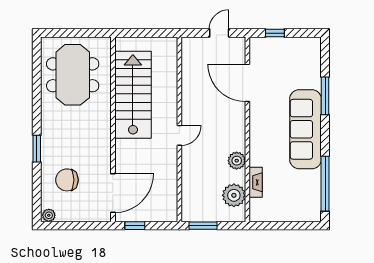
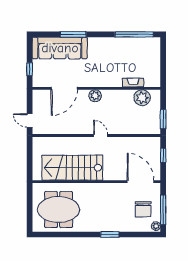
door: (219, 33) -> (30, 120), moved
sofa: (306, 129) -> (60, 48), moved
plant: (237, 161) -> (95, 96), moved
chair: (67, 180) -> (143, 209), moved
window: (72, 226) -> (163, 210), added
window: (135, 226) -> (163, 155), moved

